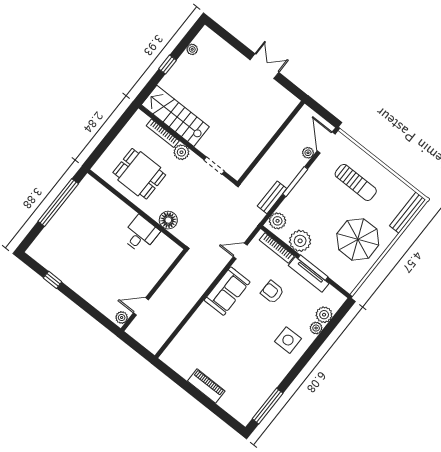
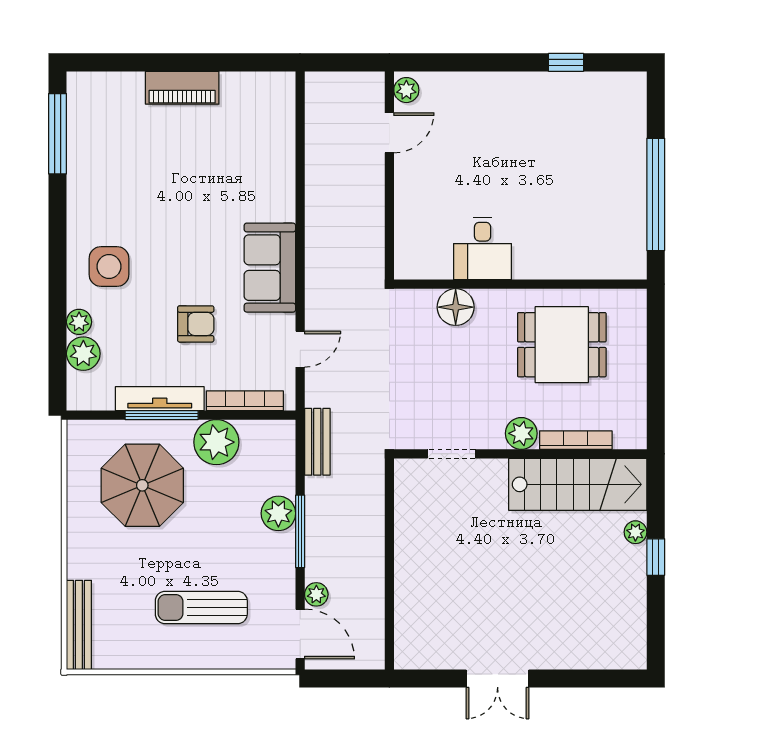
plant: (192, 49) -> (635, 532), moved
bench: (272, 197) -> (317, 442), moved
plant: (278, 221) -> (278, 513), moved
parasol: (358, 239) -> (142, 485), moved

